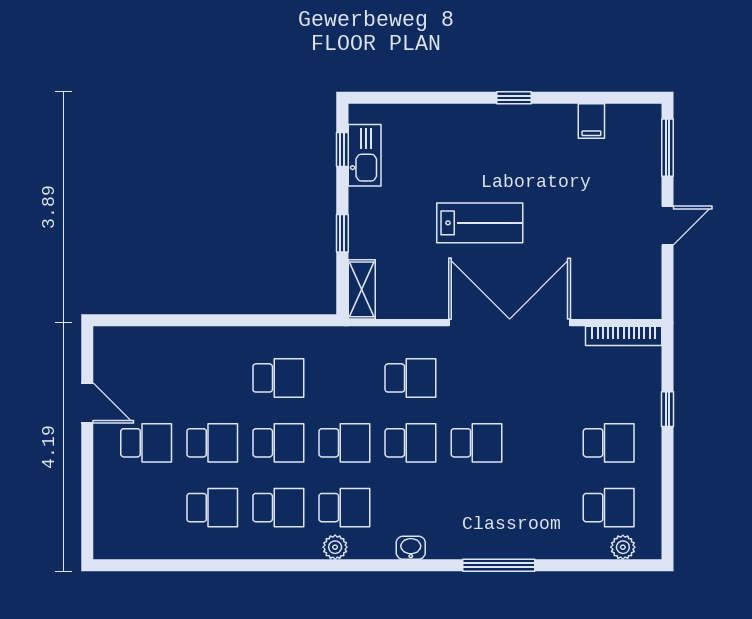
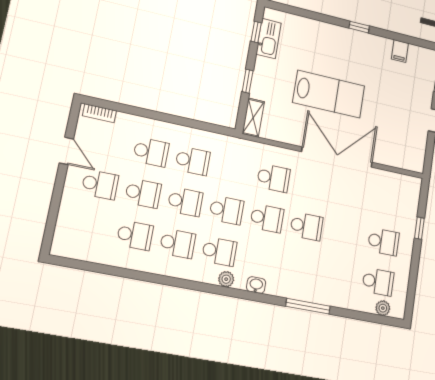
lab bench: (480, 223) -> (329, 94), width x1.36, depth x1.39
bookcase: (624, 336) -> (99, 113), moved, width x0.64
school desk: (212, 378) -> (151, 152), added
plant: (335, 547) -> (226, 279), moved

